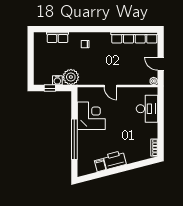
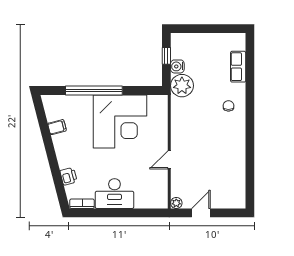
row of seats: (134, 38) -> (238, 176), removed
door: (110, 86) -> (169, 160), moved
desk: (147, 109) -> (114, 194), moved
corner desk: (91, 116) -> (120, 122), width x1.36, depth x1.36
printer: (115, 160) -> (69, 176), moved, width x0.53, depth x0.68

